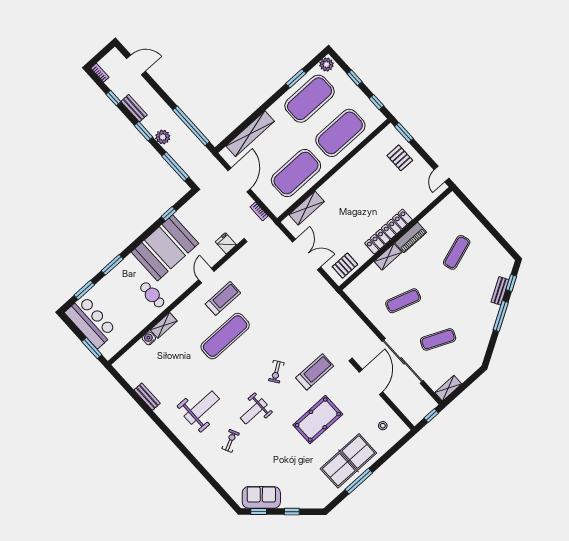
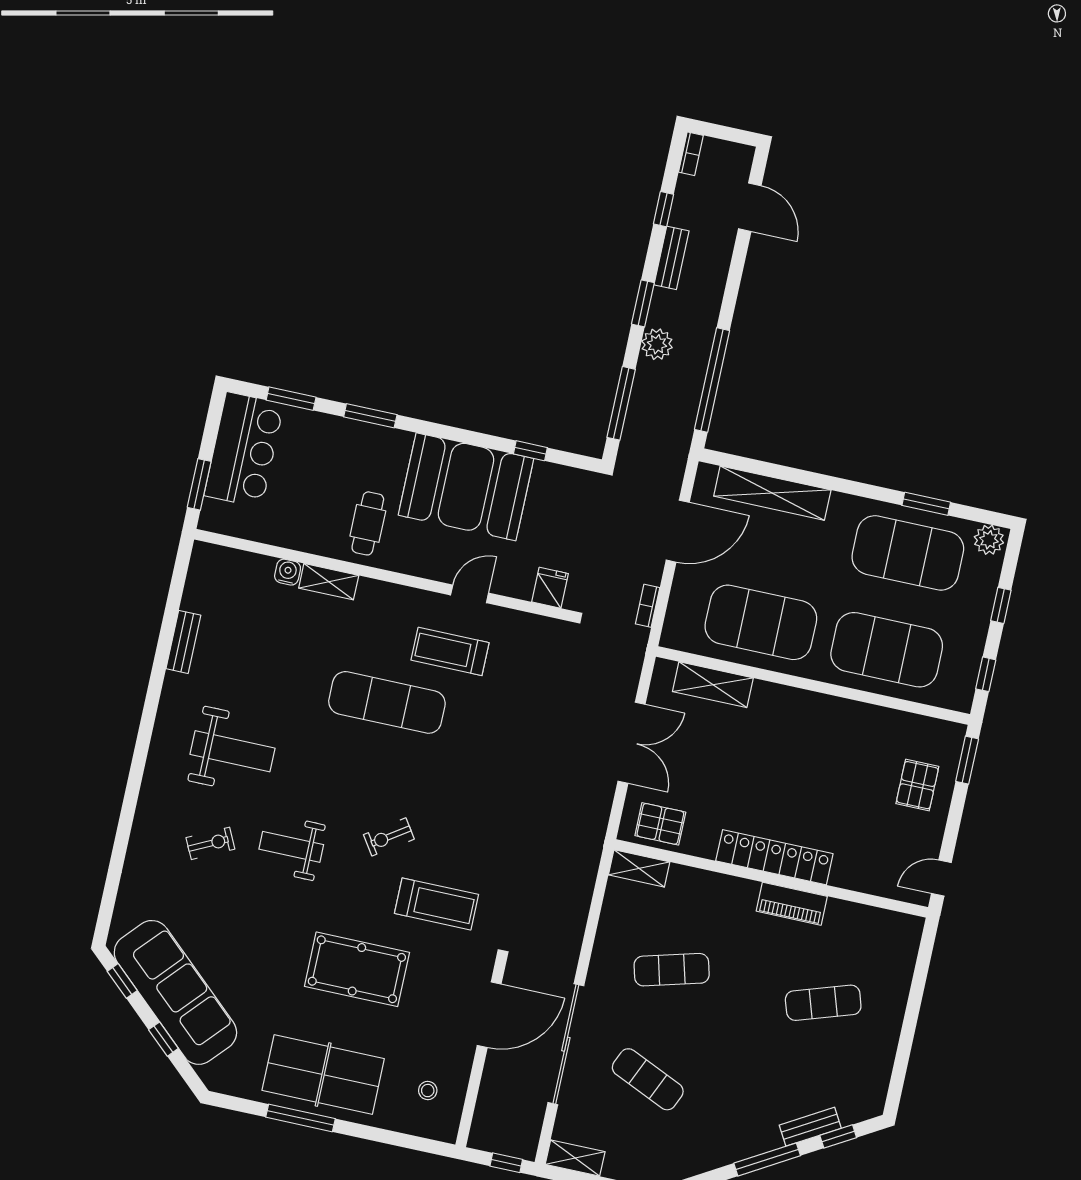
shelving: (388, 257) -> (639, 868), moved
treadmill: (223, 298) -> (450, 651), turned 180
exercise mat: (403, 301) -> (672, 970), turned -33
sofa: (261, 497) -> (175, 992), width x1.85, depth x1.27

